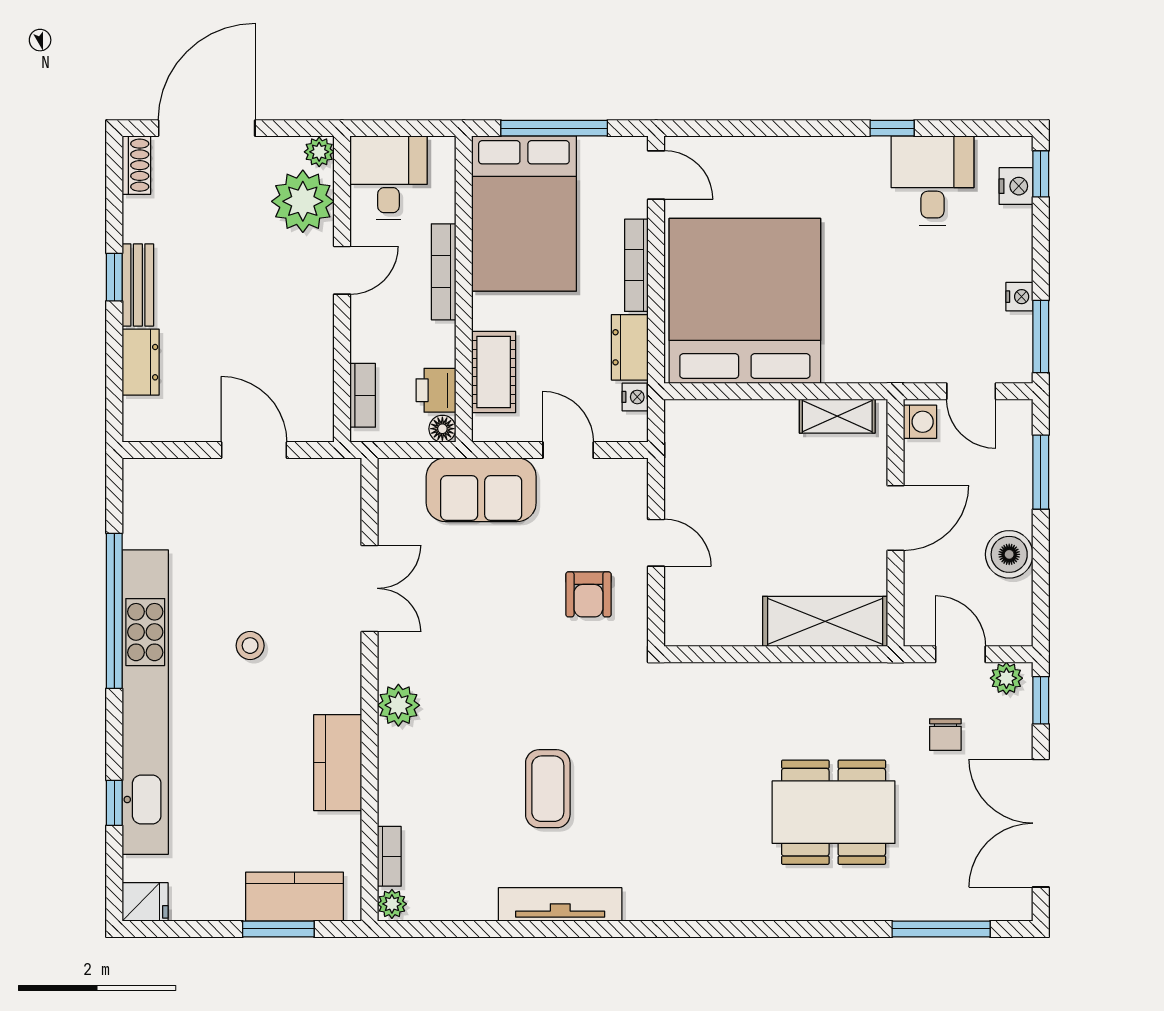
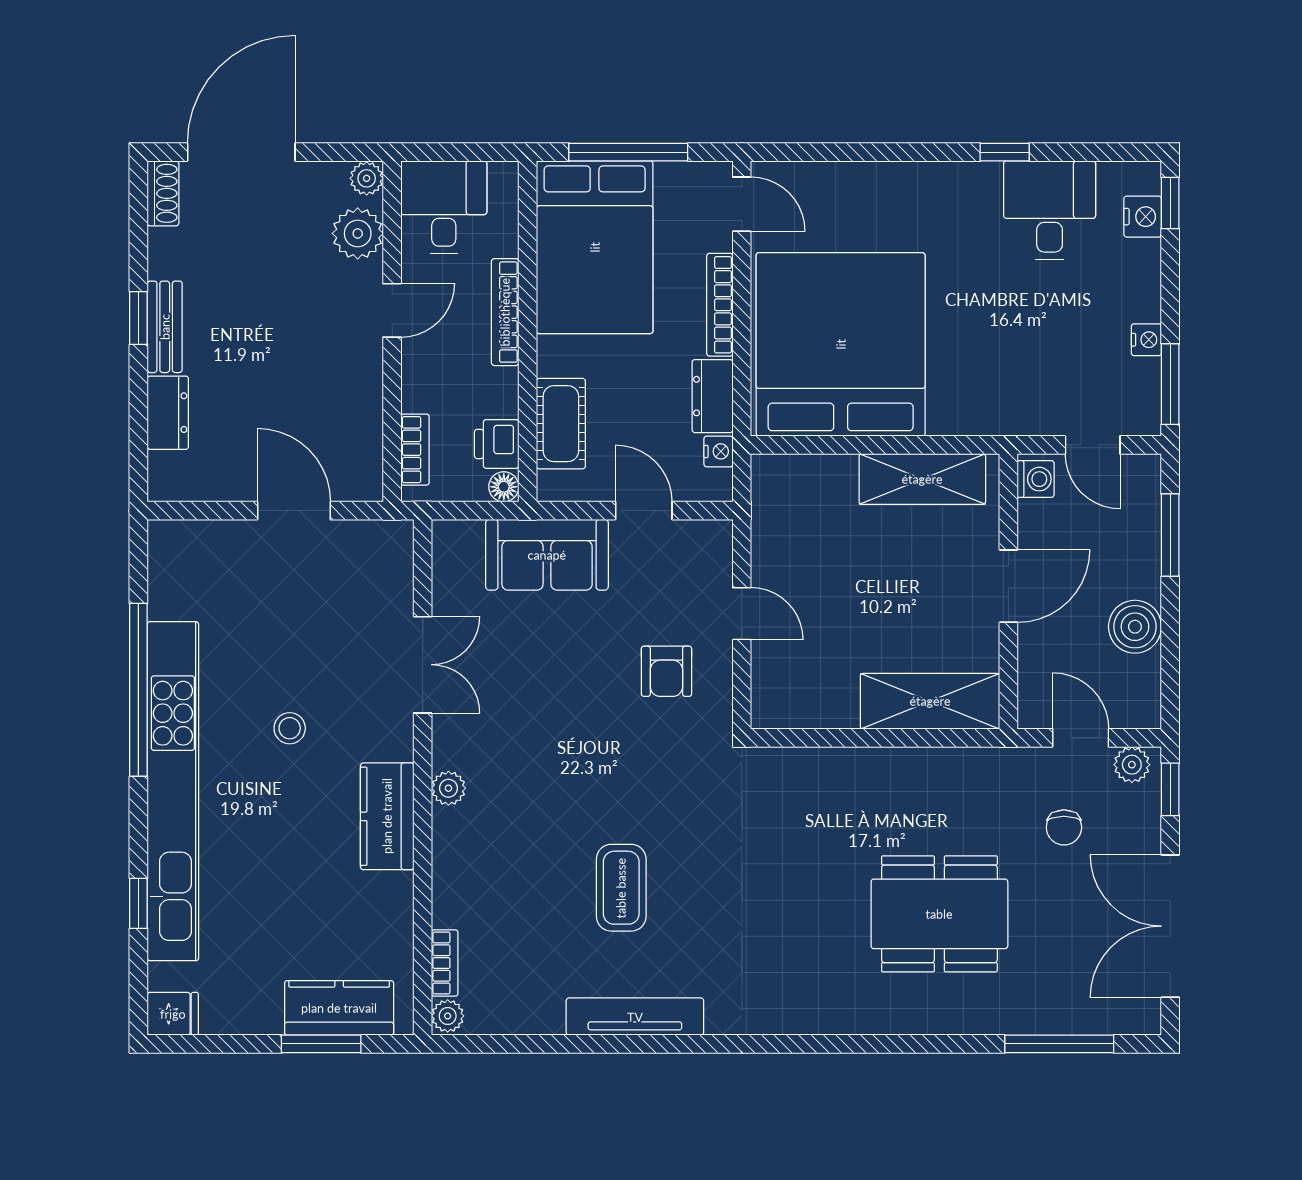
plant: (303, 201) -> (358, 233), width x0.73, depth x0.73
shelving: (837, 416) -> (922, 479), width x1.50, depth x1.33
plant: (398, 705) -> (448, 788), width x0.73, depth x0.73
kitchen counter: (338, 763) -> (387, 816), moved

